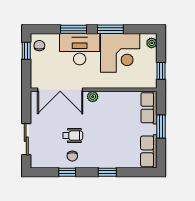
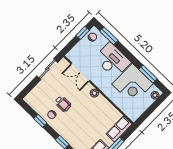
window: (73, 29) -> (109, 36), moved
window: (110, 29) -> (148, 74), moved
window: (161, 71) -> (145, 115), removed
double door: (60, 90) -> (80, 72), width x0.73
sliding door: (26, 139) -> (47, 69), moved

